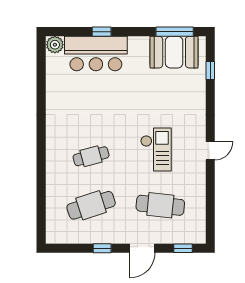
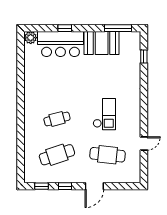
booth: (174, 52) -> (102, 43), moved
door: (210, 151) -> (144, 143), moved
window: (183, 248) -> (42, 186), moved

